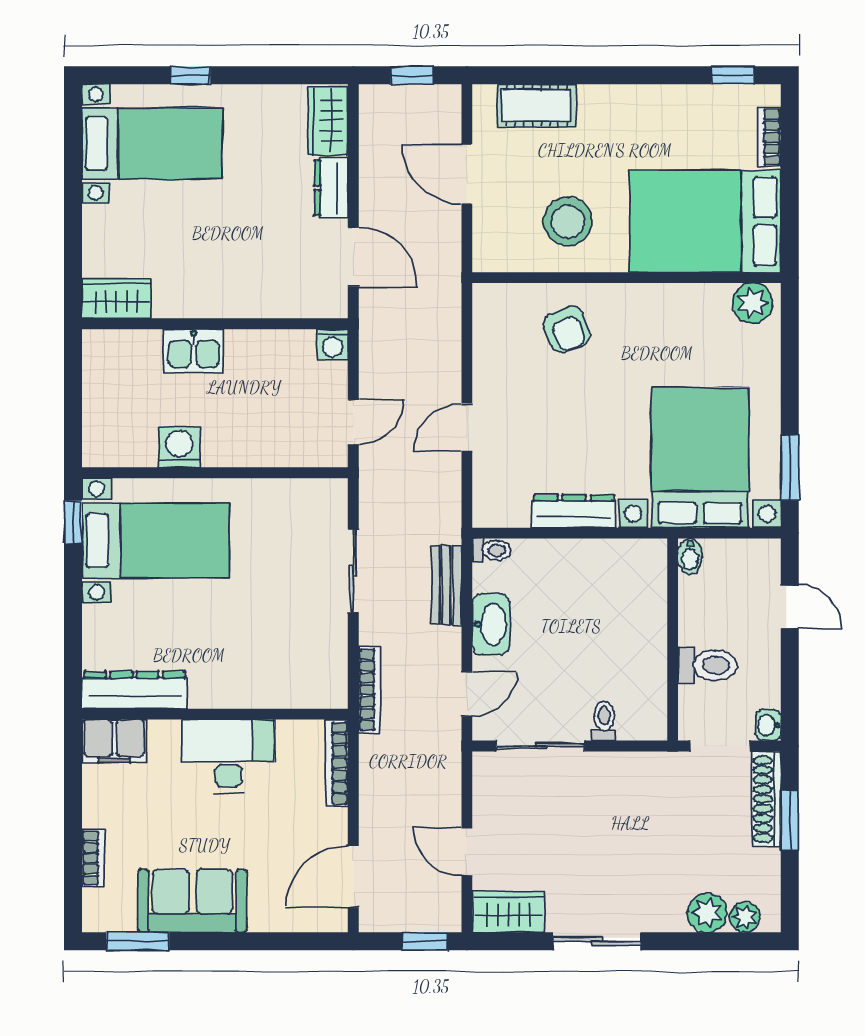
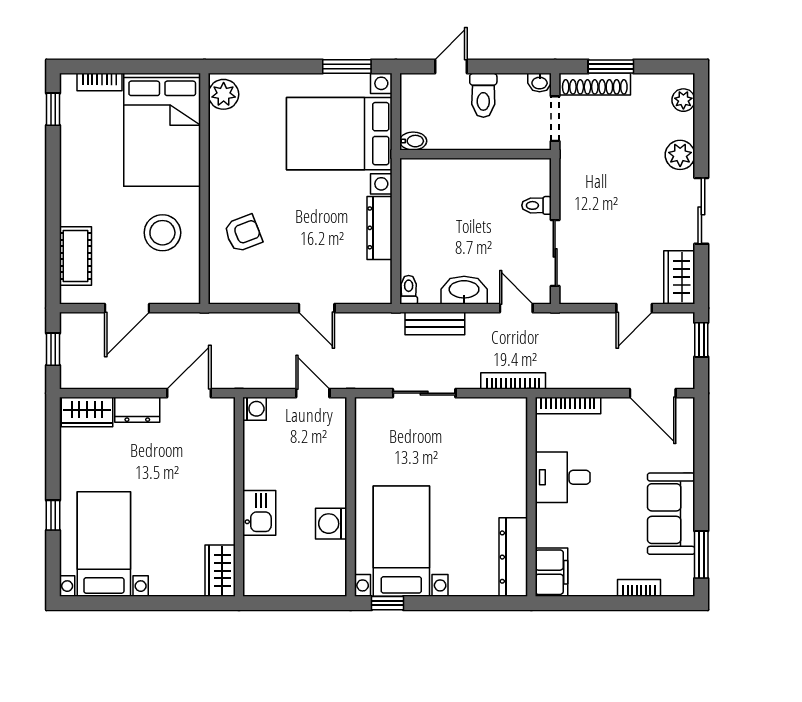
toilet: (708, 665) -> (483, 95), moved, turned 180
desk: (228, 756) -> (563, 477), width x0.73
plant: (707, 913) -> (680, 155), moved

